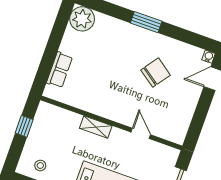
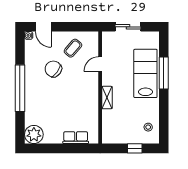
window: (146, 22) -> (20, 88), width x2.11
coffee table: (173, 106) -> (73, 48), added
window: (24, 126) -> (135, 148), moved

